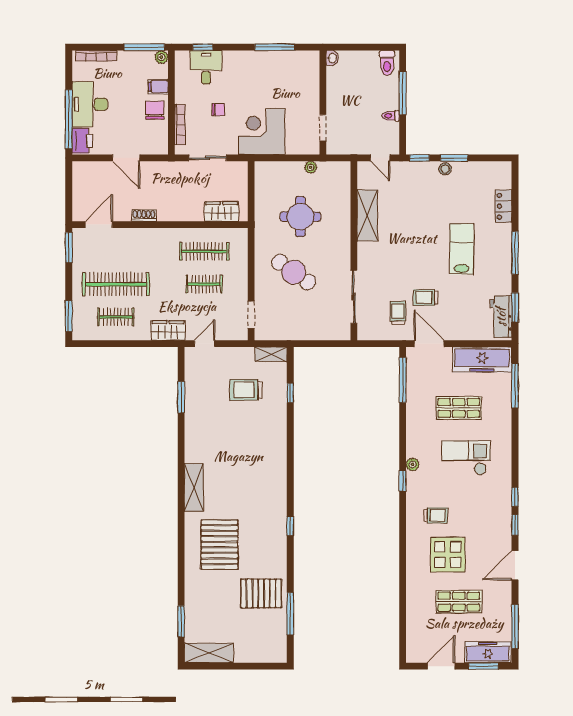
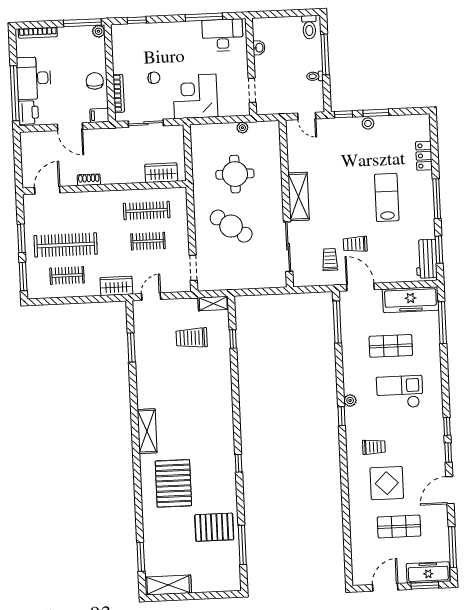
washbasin: (332, 58) -> (259, 48), moved
desk: (206, 67) -> (223, 35), moved, width x1.37
filing cabinet: (158, 87) -> (99, 115), moved
shelving: (367, 215) -> (299, 197), moved
window: (69, 247) -> (21, 238), moved

